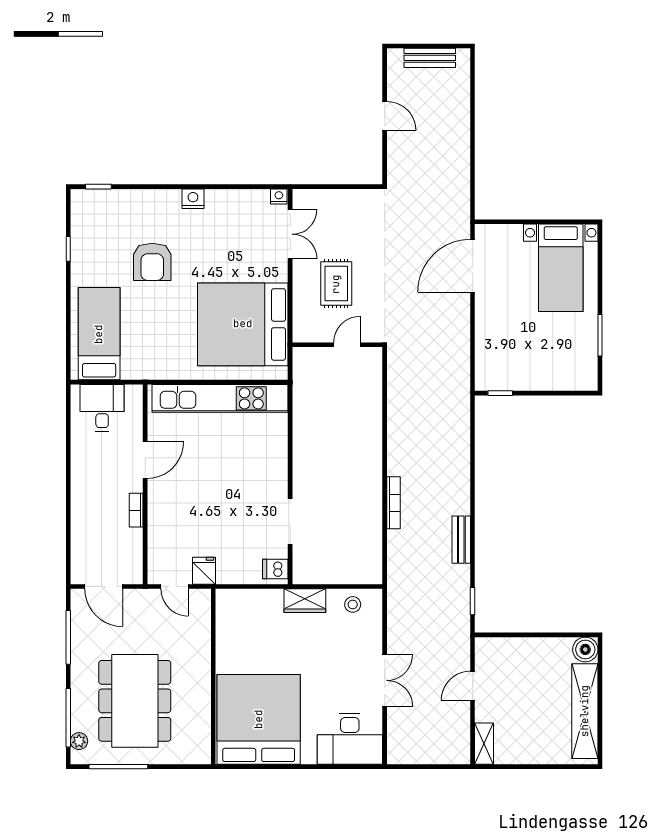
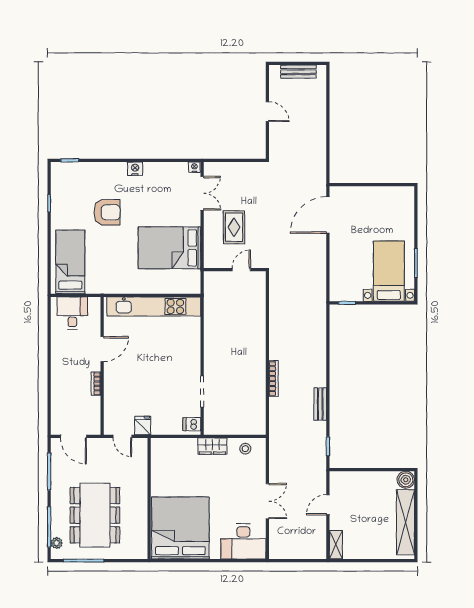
armchair: (152, 262) -> (107, 212), turned -90
bed with nightstands: (561, 268) -> (389, 271), moved, turned 180
bed: (243, 324) -> (170, 248), width x0.73

